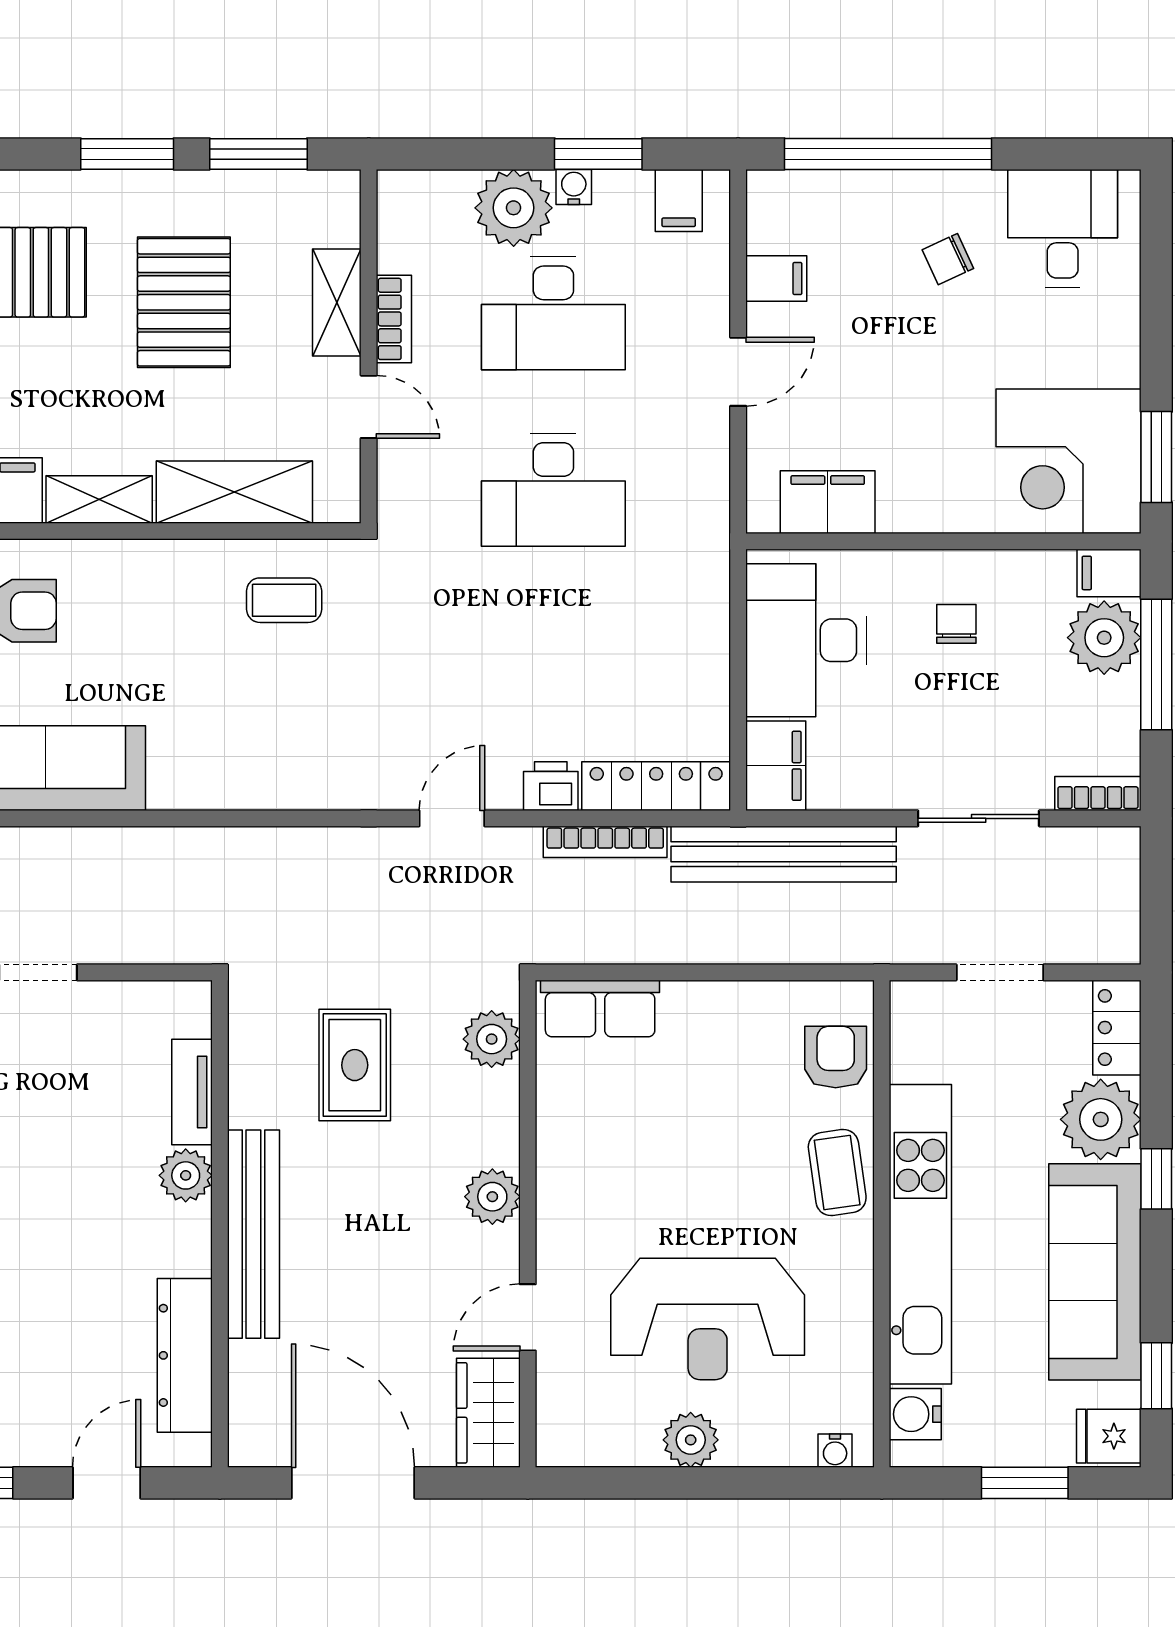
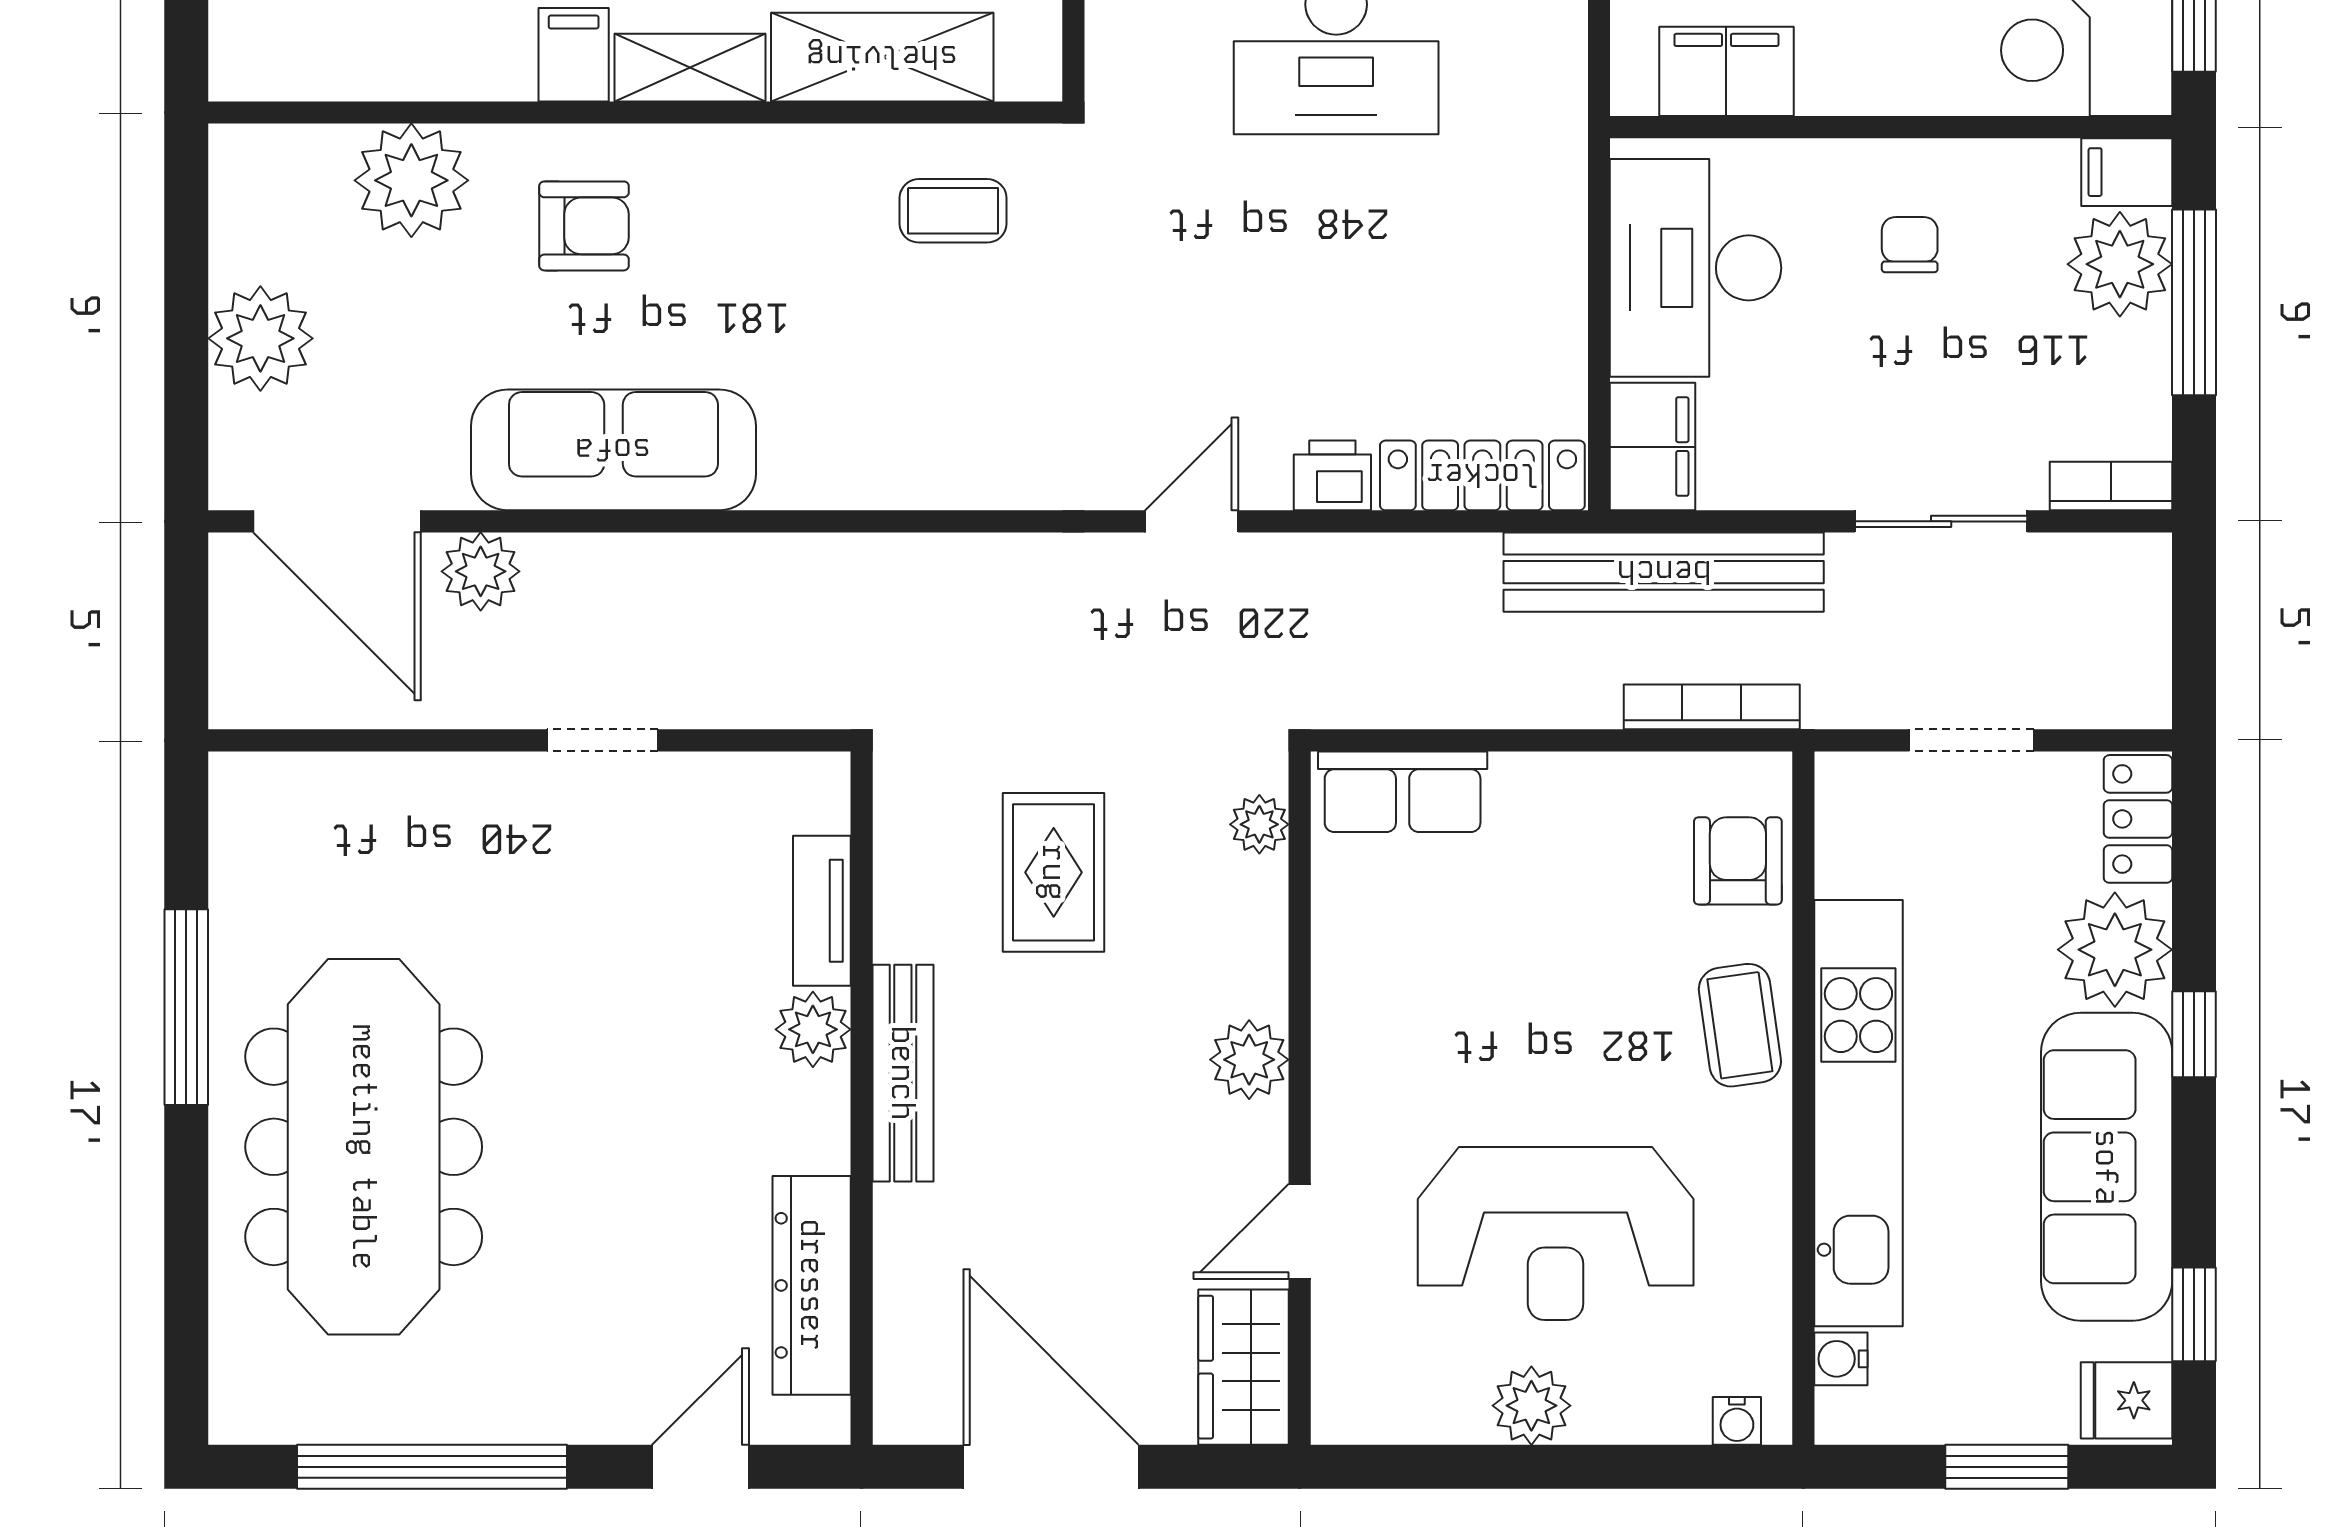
bookcase: (605, 842) -> (1712, 707), moved, turned 180
plant: (492, 1039) -> (1259, 824), width x0.73, depth x0.73
bench: (253, 1234) -> (903, 1073), width x0.73, depth x0.82
water cooler: (915, 1414) -> (1841, 1359), width x0.72, depth x0.72

